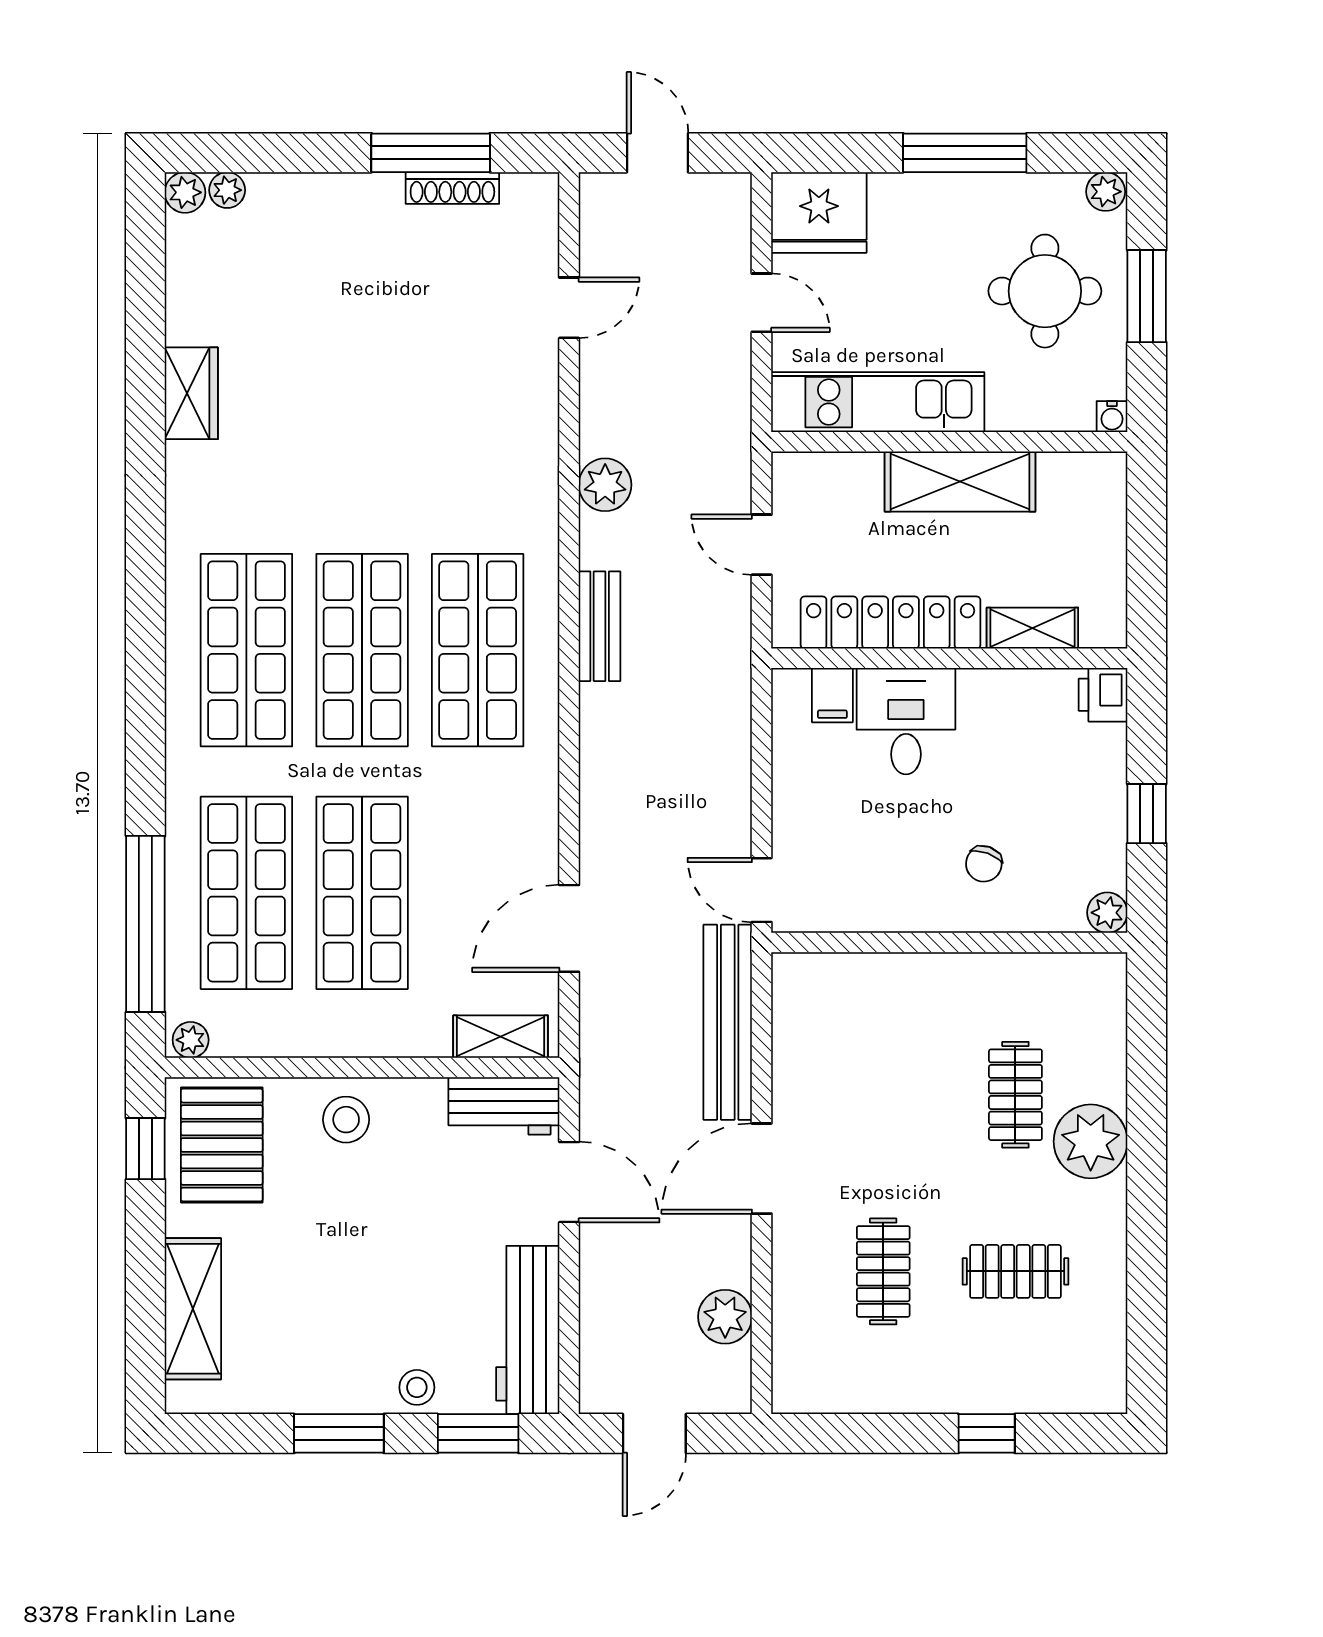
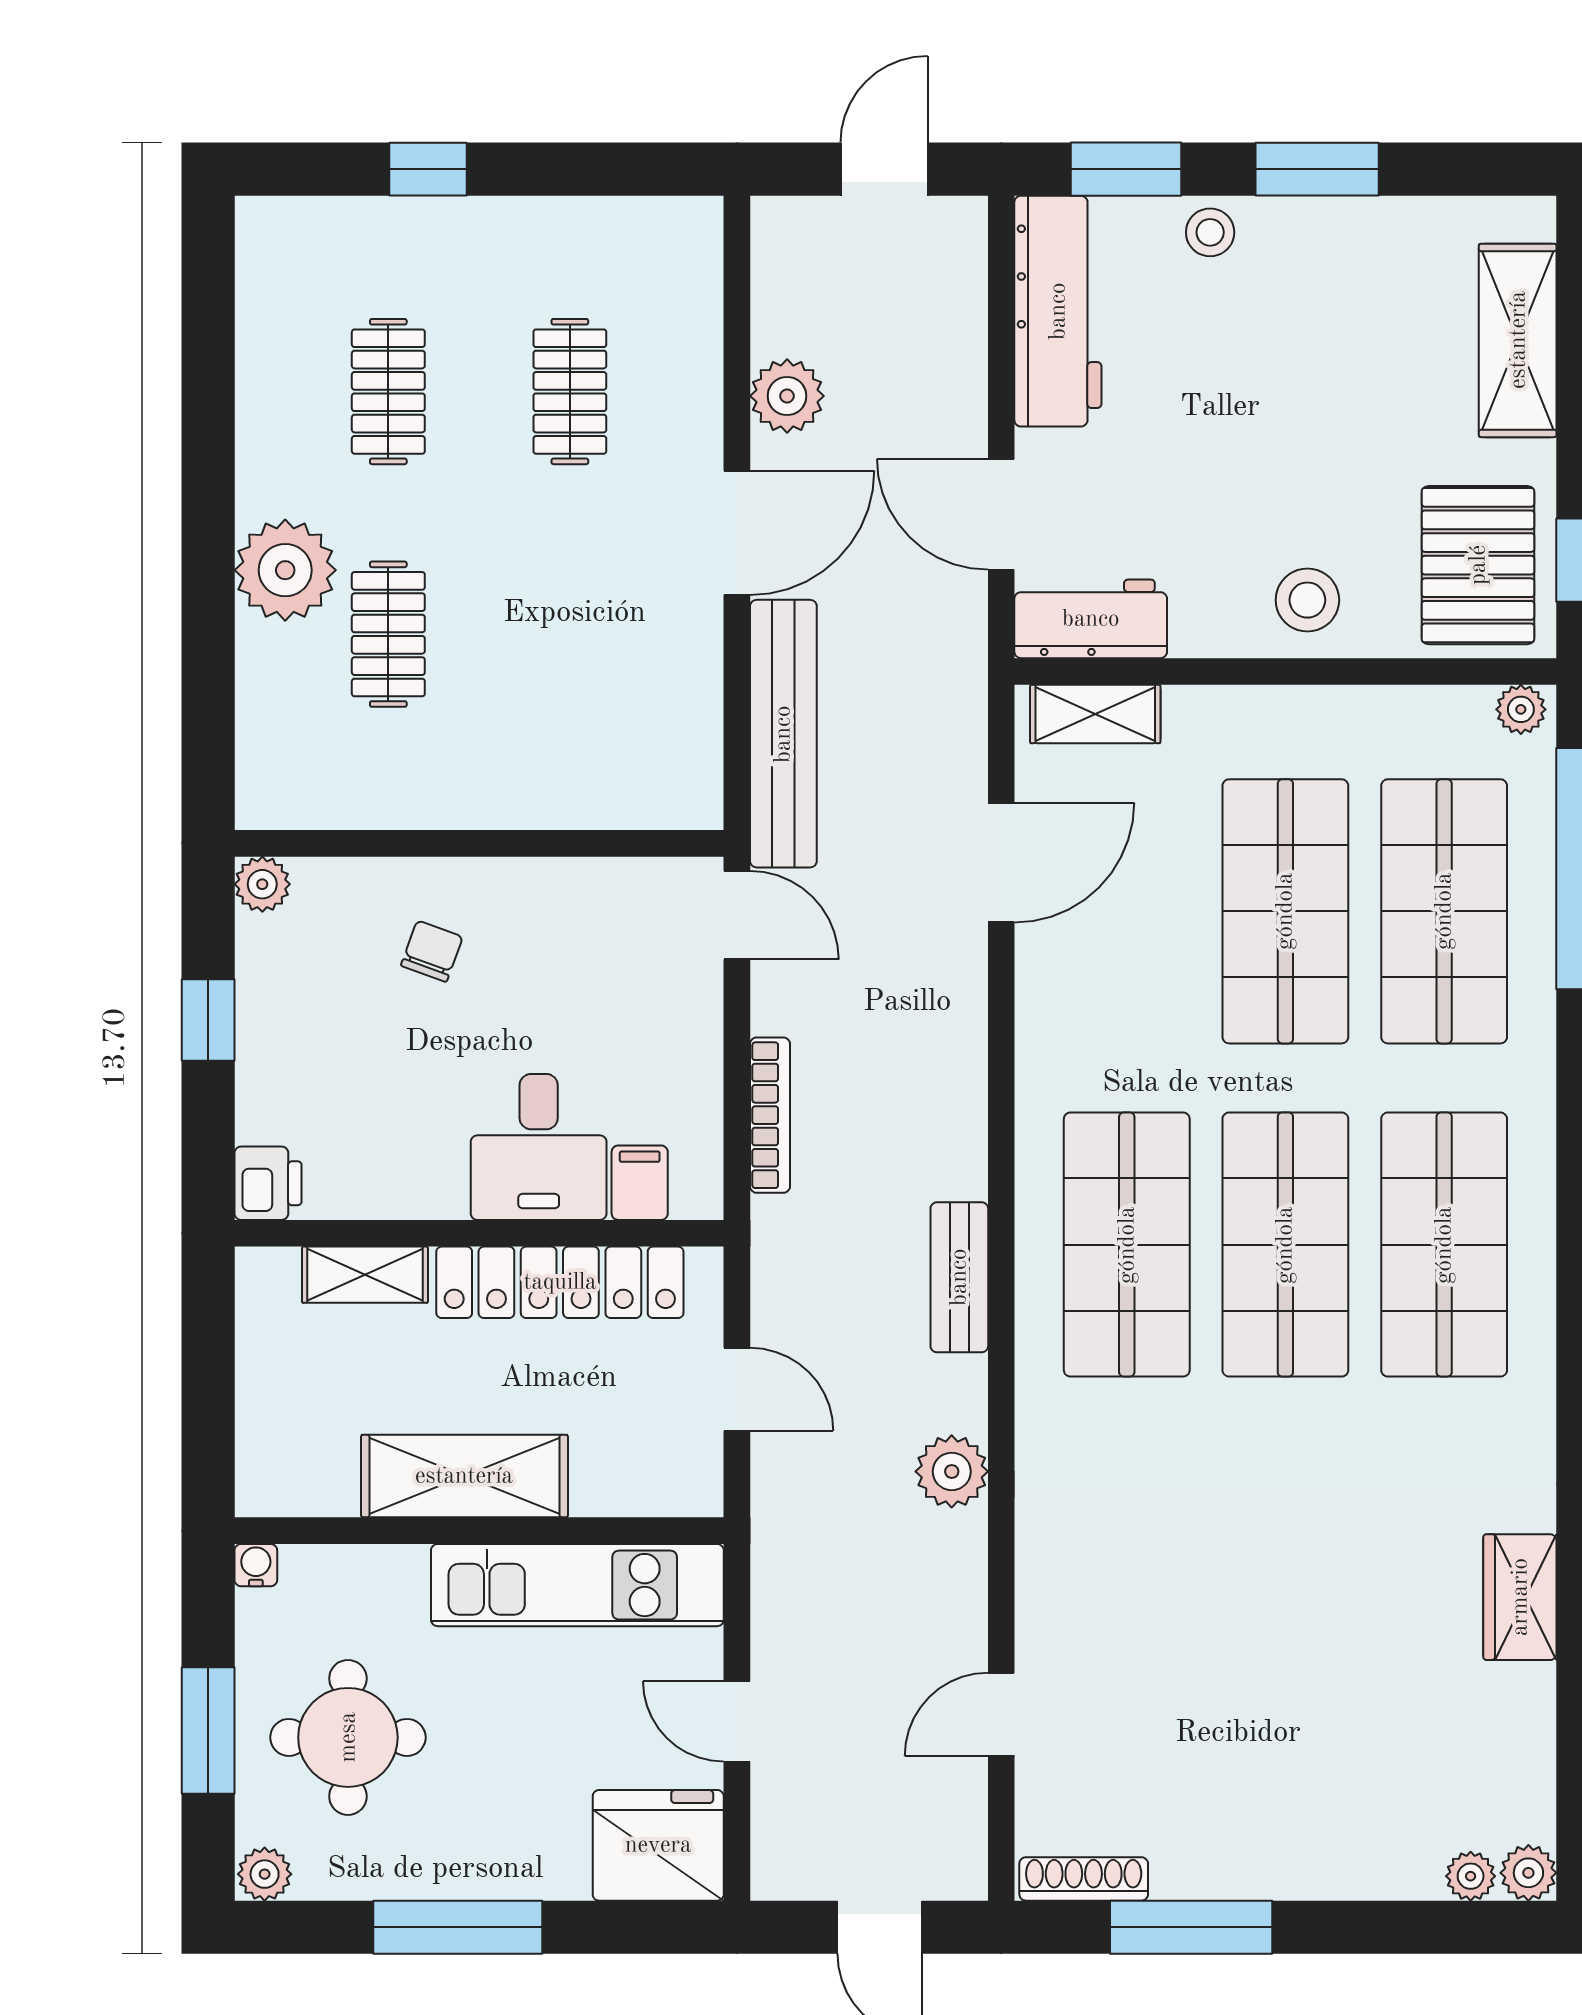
shoe rack: (452, 188) -> (1084, 1879), moved
bookcase: (737, 744) -> (770, 1115), added
clothes rail: (1015, 1271) -> (388, 392), turned 90
plant: (725, 1317) -> (787, 396), moved

